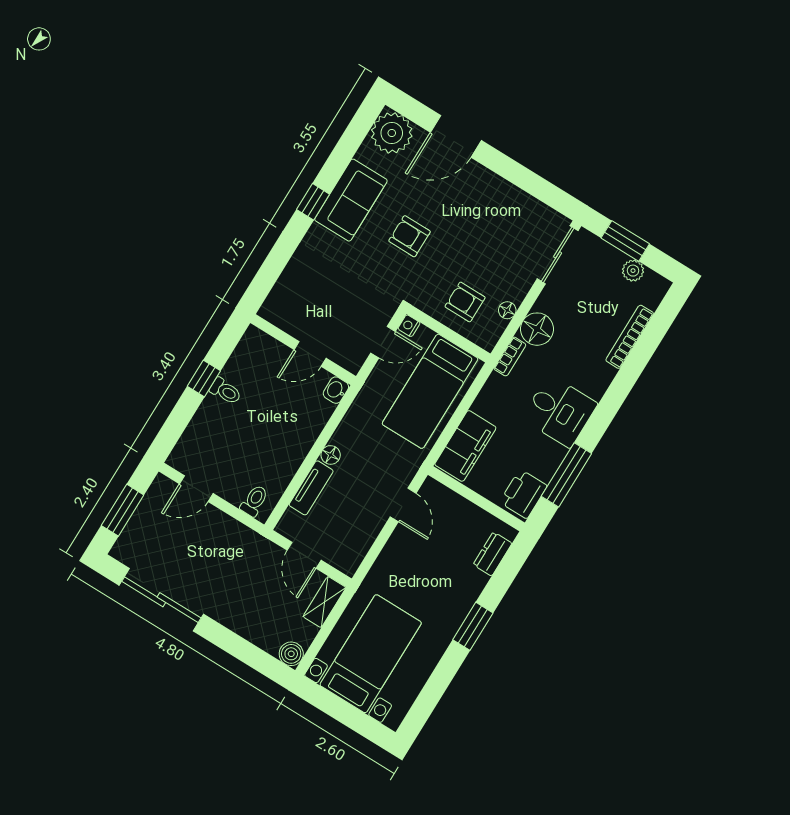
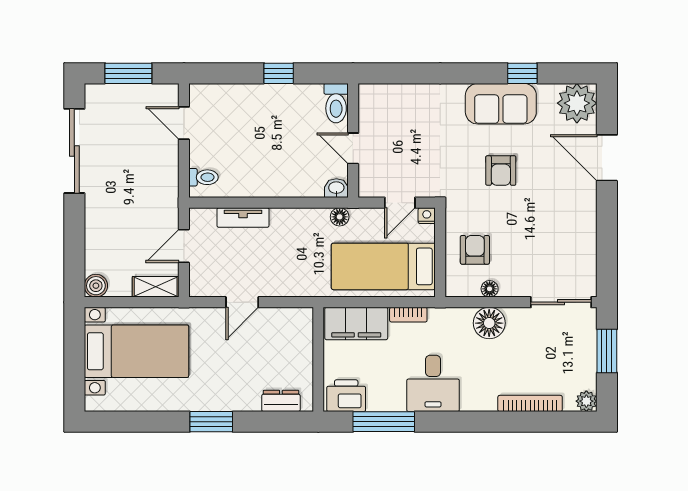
window: (313, 202) -> (522, 73), moved
armchair: (410, 236) -> (501, 171), turned 180
plant: (633, 271) -> (586, 401), moved
door: (383, 342) -> (400, 203), hinge flipped
bookcase: (510, 357) -> (408, 315), moved
toilet: (226, 391) -> (336, 103), moved, width x1.37, depth x1.39
floor lamp: (331, 455) -> (340, 217), moved
door: (403, 505) -> (242, 302), moved

